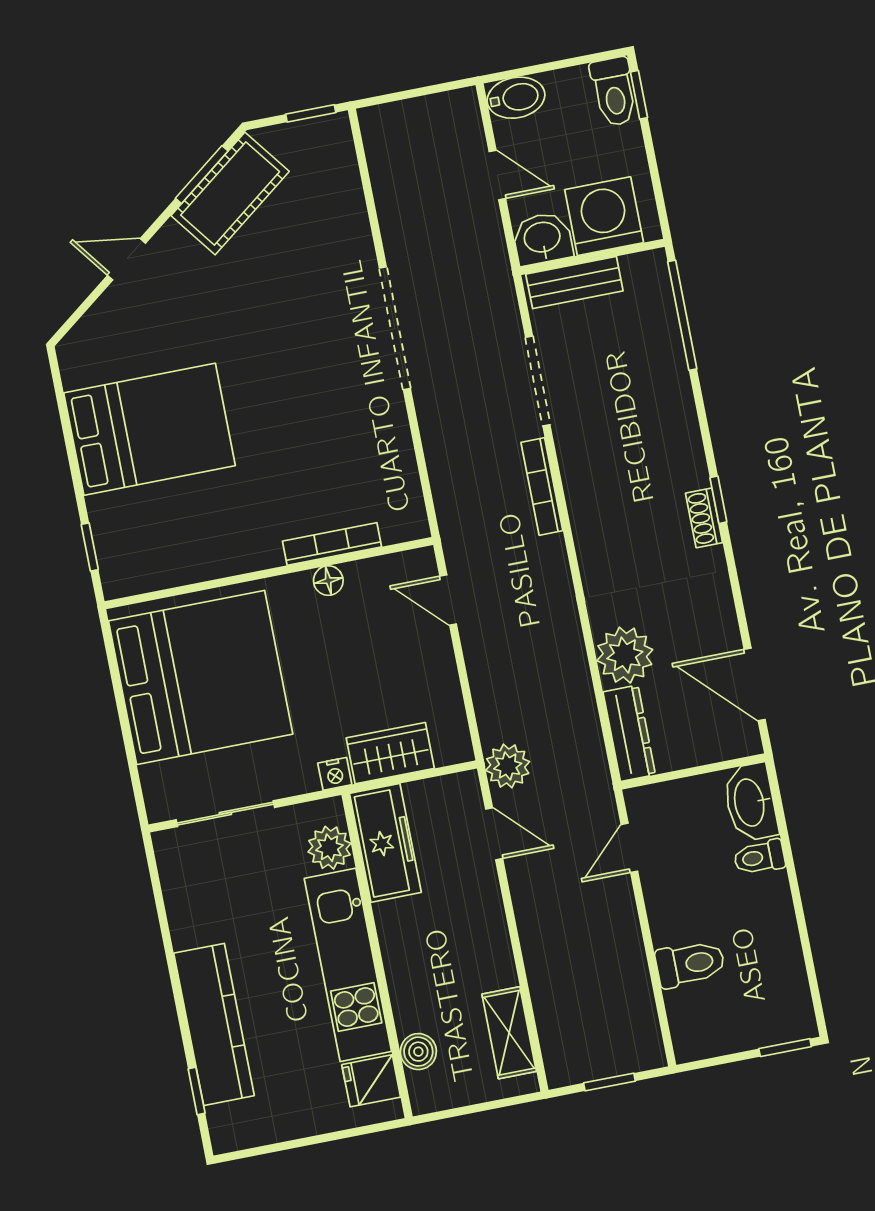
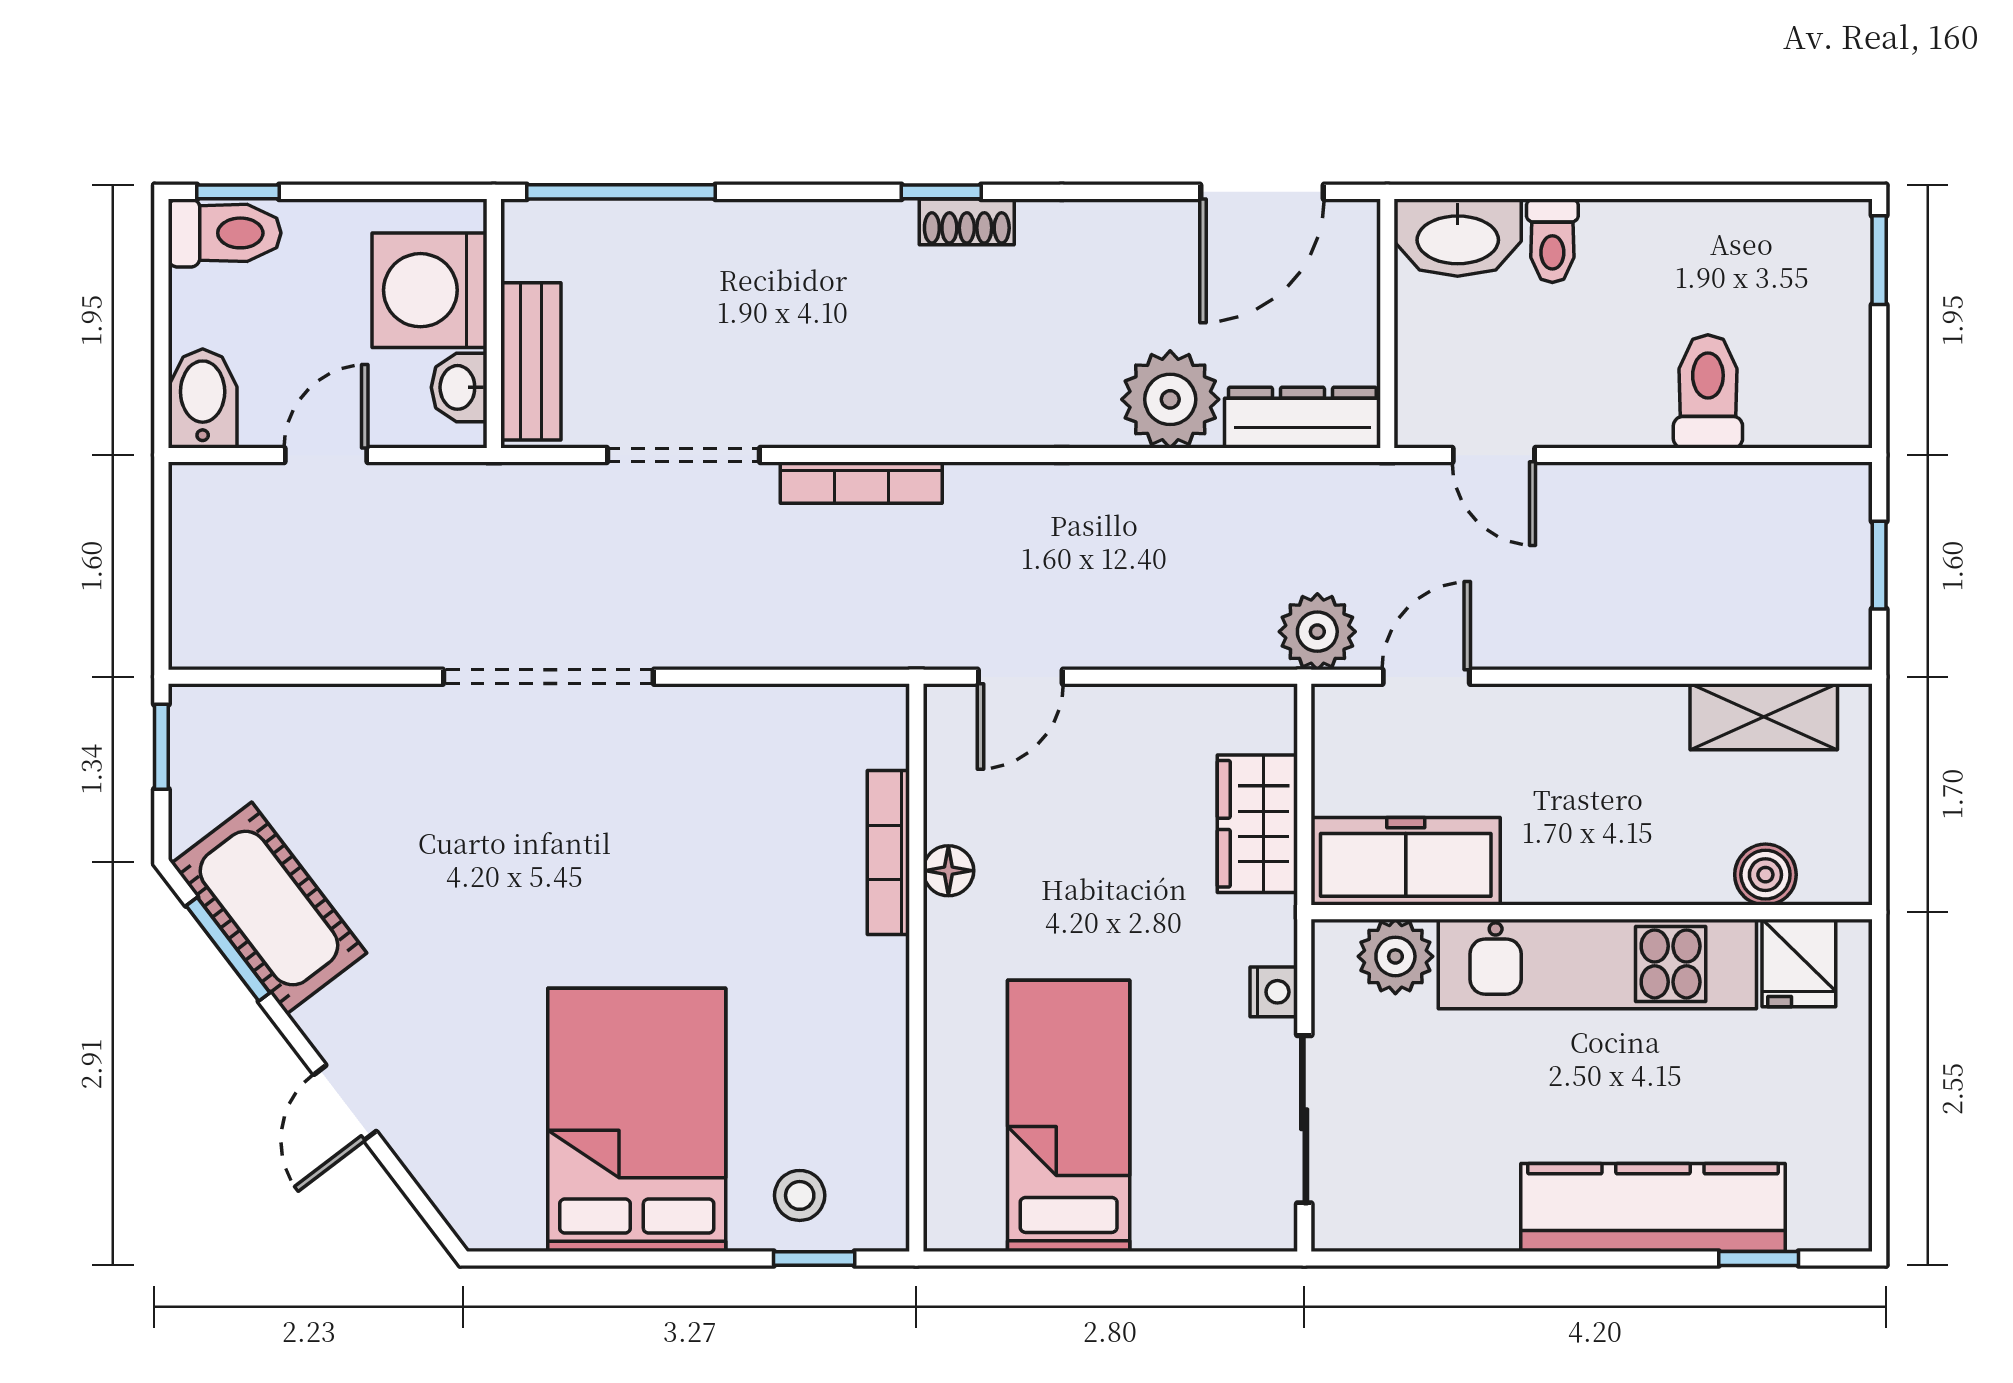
washbasin: (542, 239) -> (459, 387), width x0.72, depth x0.69
stool: (124, 532) -> (800, 1195), added
bed: (201, 677) -> (1069, 1116), width x0.49
nightstand: (335, 774) -> (1274, 992), moved

